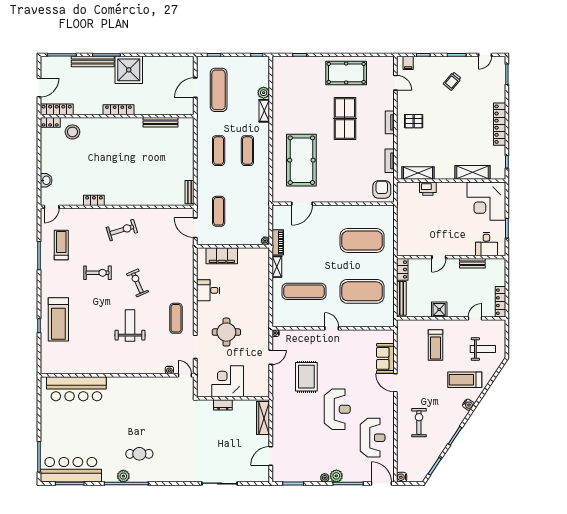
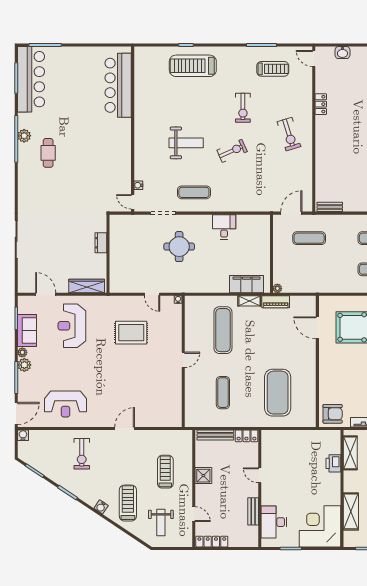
desk: (486, 244) -> (274, 522), width x1.37
filing cabinet: (222, 256) -> (247, 284), moved, turned 90
exercise mat: (362, 291) -> (223, 393), width x0.50, depth x0.69
treadmill: (436, 345) -> (165, 472), turned 90
sofa: (385, 358) -> (27, 331), moved, turned 90
door: (185, 375) -> (133, 202), swing flipped
corner desk: (228, 381) -> (126, 248), removed
reception desk: (337, 409) -> (72, 326), moved, turned 90
exercise bike: (419, 423) -> (82, 454), turned 90

